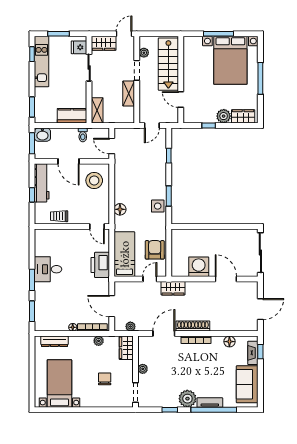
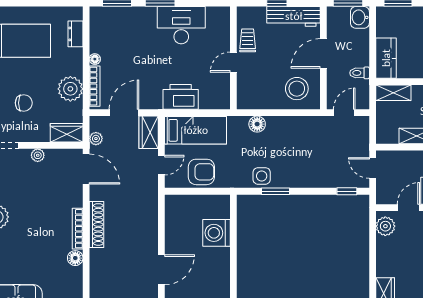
plant: (224, 116) -> (385, 226), moved
window: (209, 125) -> (373, 246), removed
window: (169, 156) -> (347, 191), moved
door: (97, 227) -> (233, 62), moved
washing machine: (199, 267) -> (217, 233), moved, turned 180
desk: (48, 269) -> (181, 25), width x1.37
door: (150, 279) -> (161, 165), hinge flipped
wardrobe: (173, 288) -> (149, 132), moved
door: (164, 334) -> (86, 169), moved
dresser: (54, 341) -> (76, 34), width x0.70
plant: (99, 341) -> (70, 89), width x1.87, depth x1.87
floor lamp: (229, 342) -> (75, 258), moved

